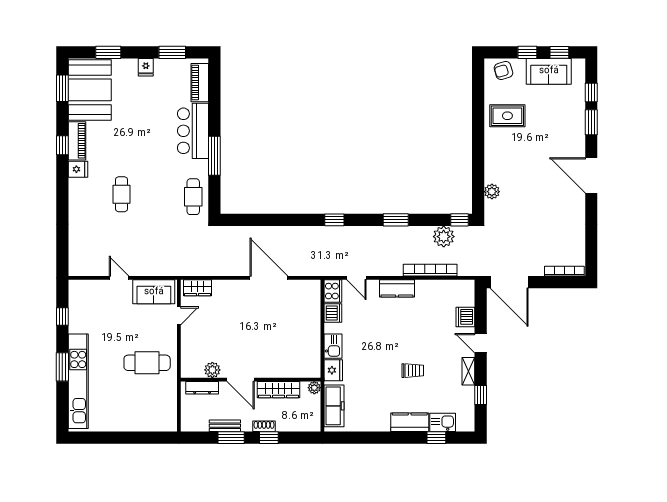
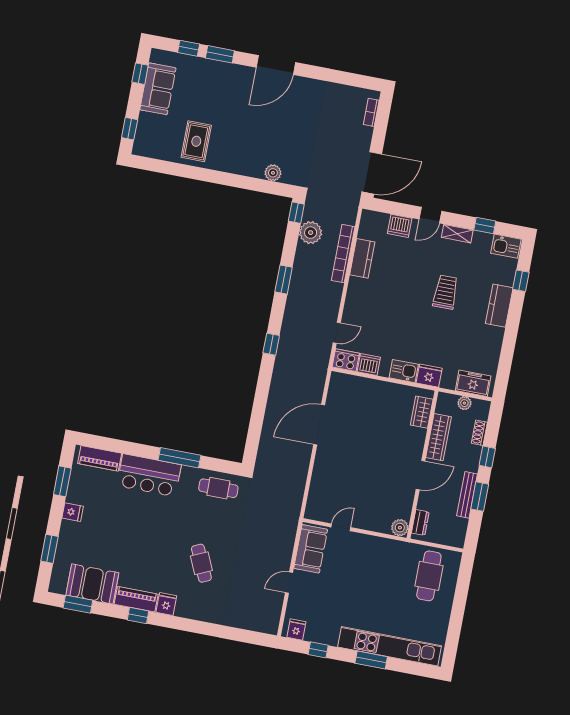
window: (527, 52) -> (130, 129), moved
armchair: (503, 70) -> (148, 136), removed
booth: (90, 90) -> (92, 584), width x0.73, depth x0.70
cafe table: (121, 194) -> (201, 563), turned 66
bookcase: (564, 271) -> (371, 112), width x0.64
wardrobe: (197, 288) -> (422, 412), moved, turned 180
kitchen counter: (397, 288) -> (362, 258), moved
fridge: (77, 293) -> (296, 630), added
door: (179, 316) -> (341, 527), hinge flipped
cafe table: (147, 363) -> (429, 576), moved
plant: (212, 370) -> (400, 528), moved
trolley: (413, 371) -> (445, 292), width x1.36, depth x1.39
dresser: (202, 388) -> (420, 522), width x0.70
plant: (314, 388) -> (464, 403), moved
freezer: (334, 406) -> (473, 383), width x0.71
kitchen sink: (443, 422) -> (506, 246), moved, turned -90
bench: (225, 426) -> (467, 495), width x1.36
shoe rack: (264, 426) -> (479, 433), moved

